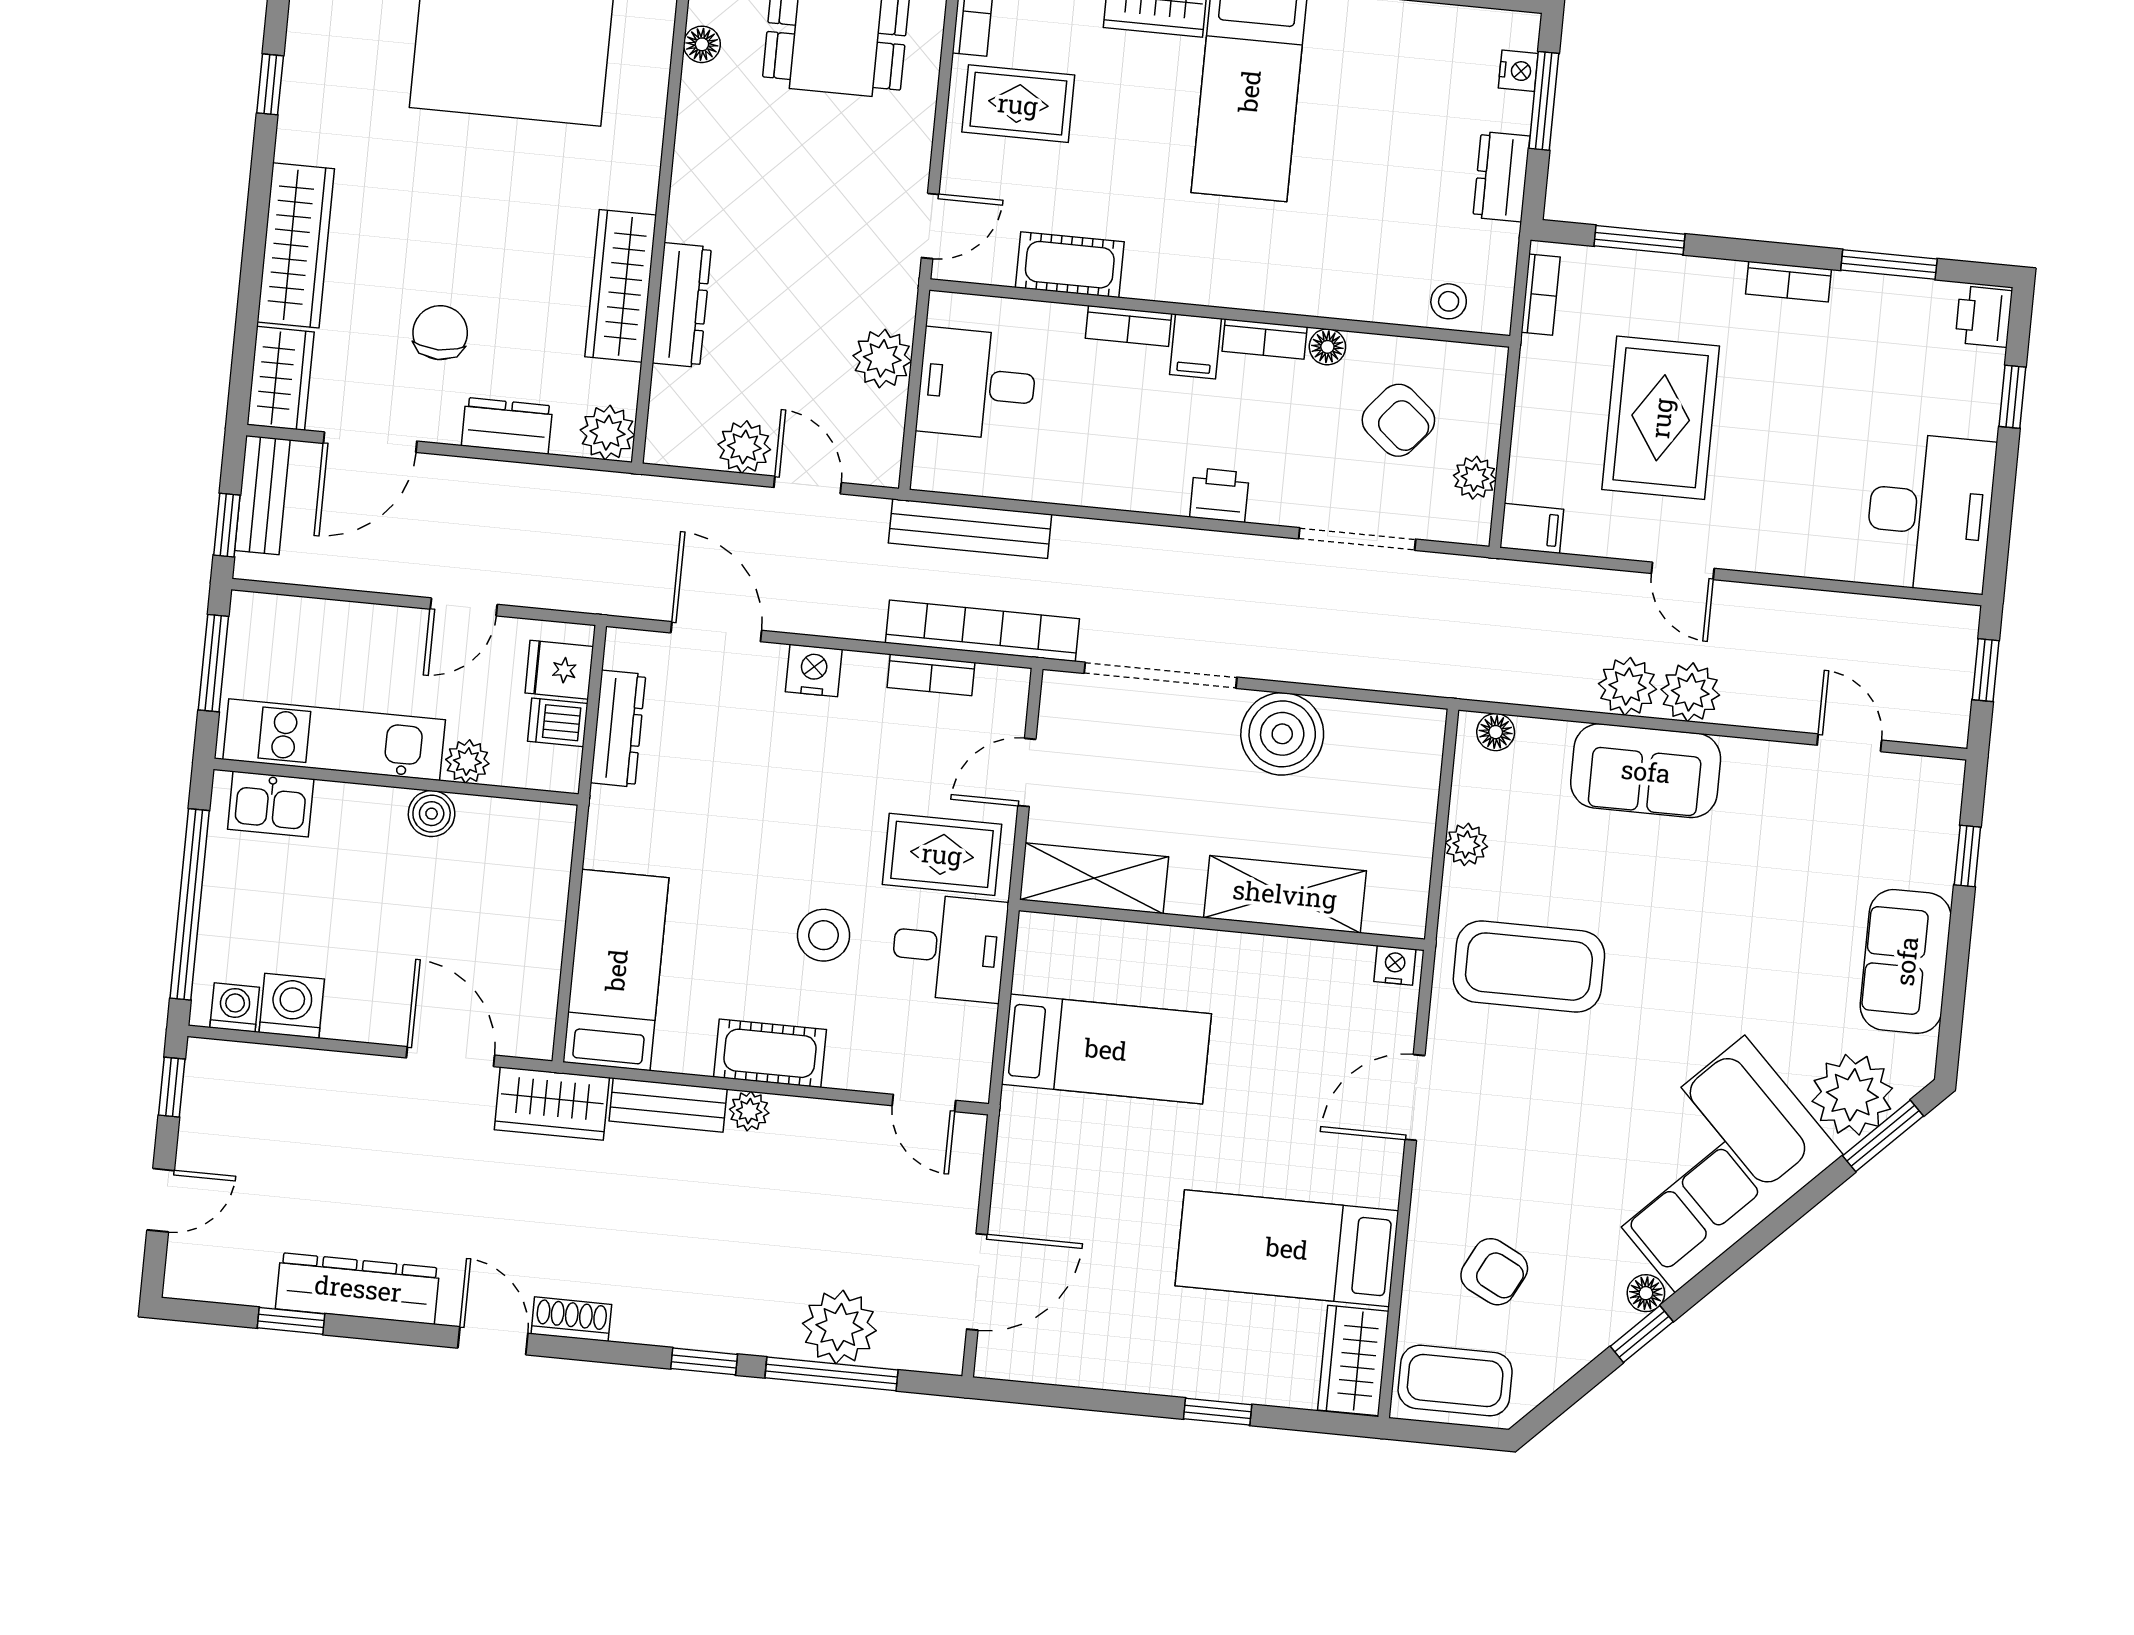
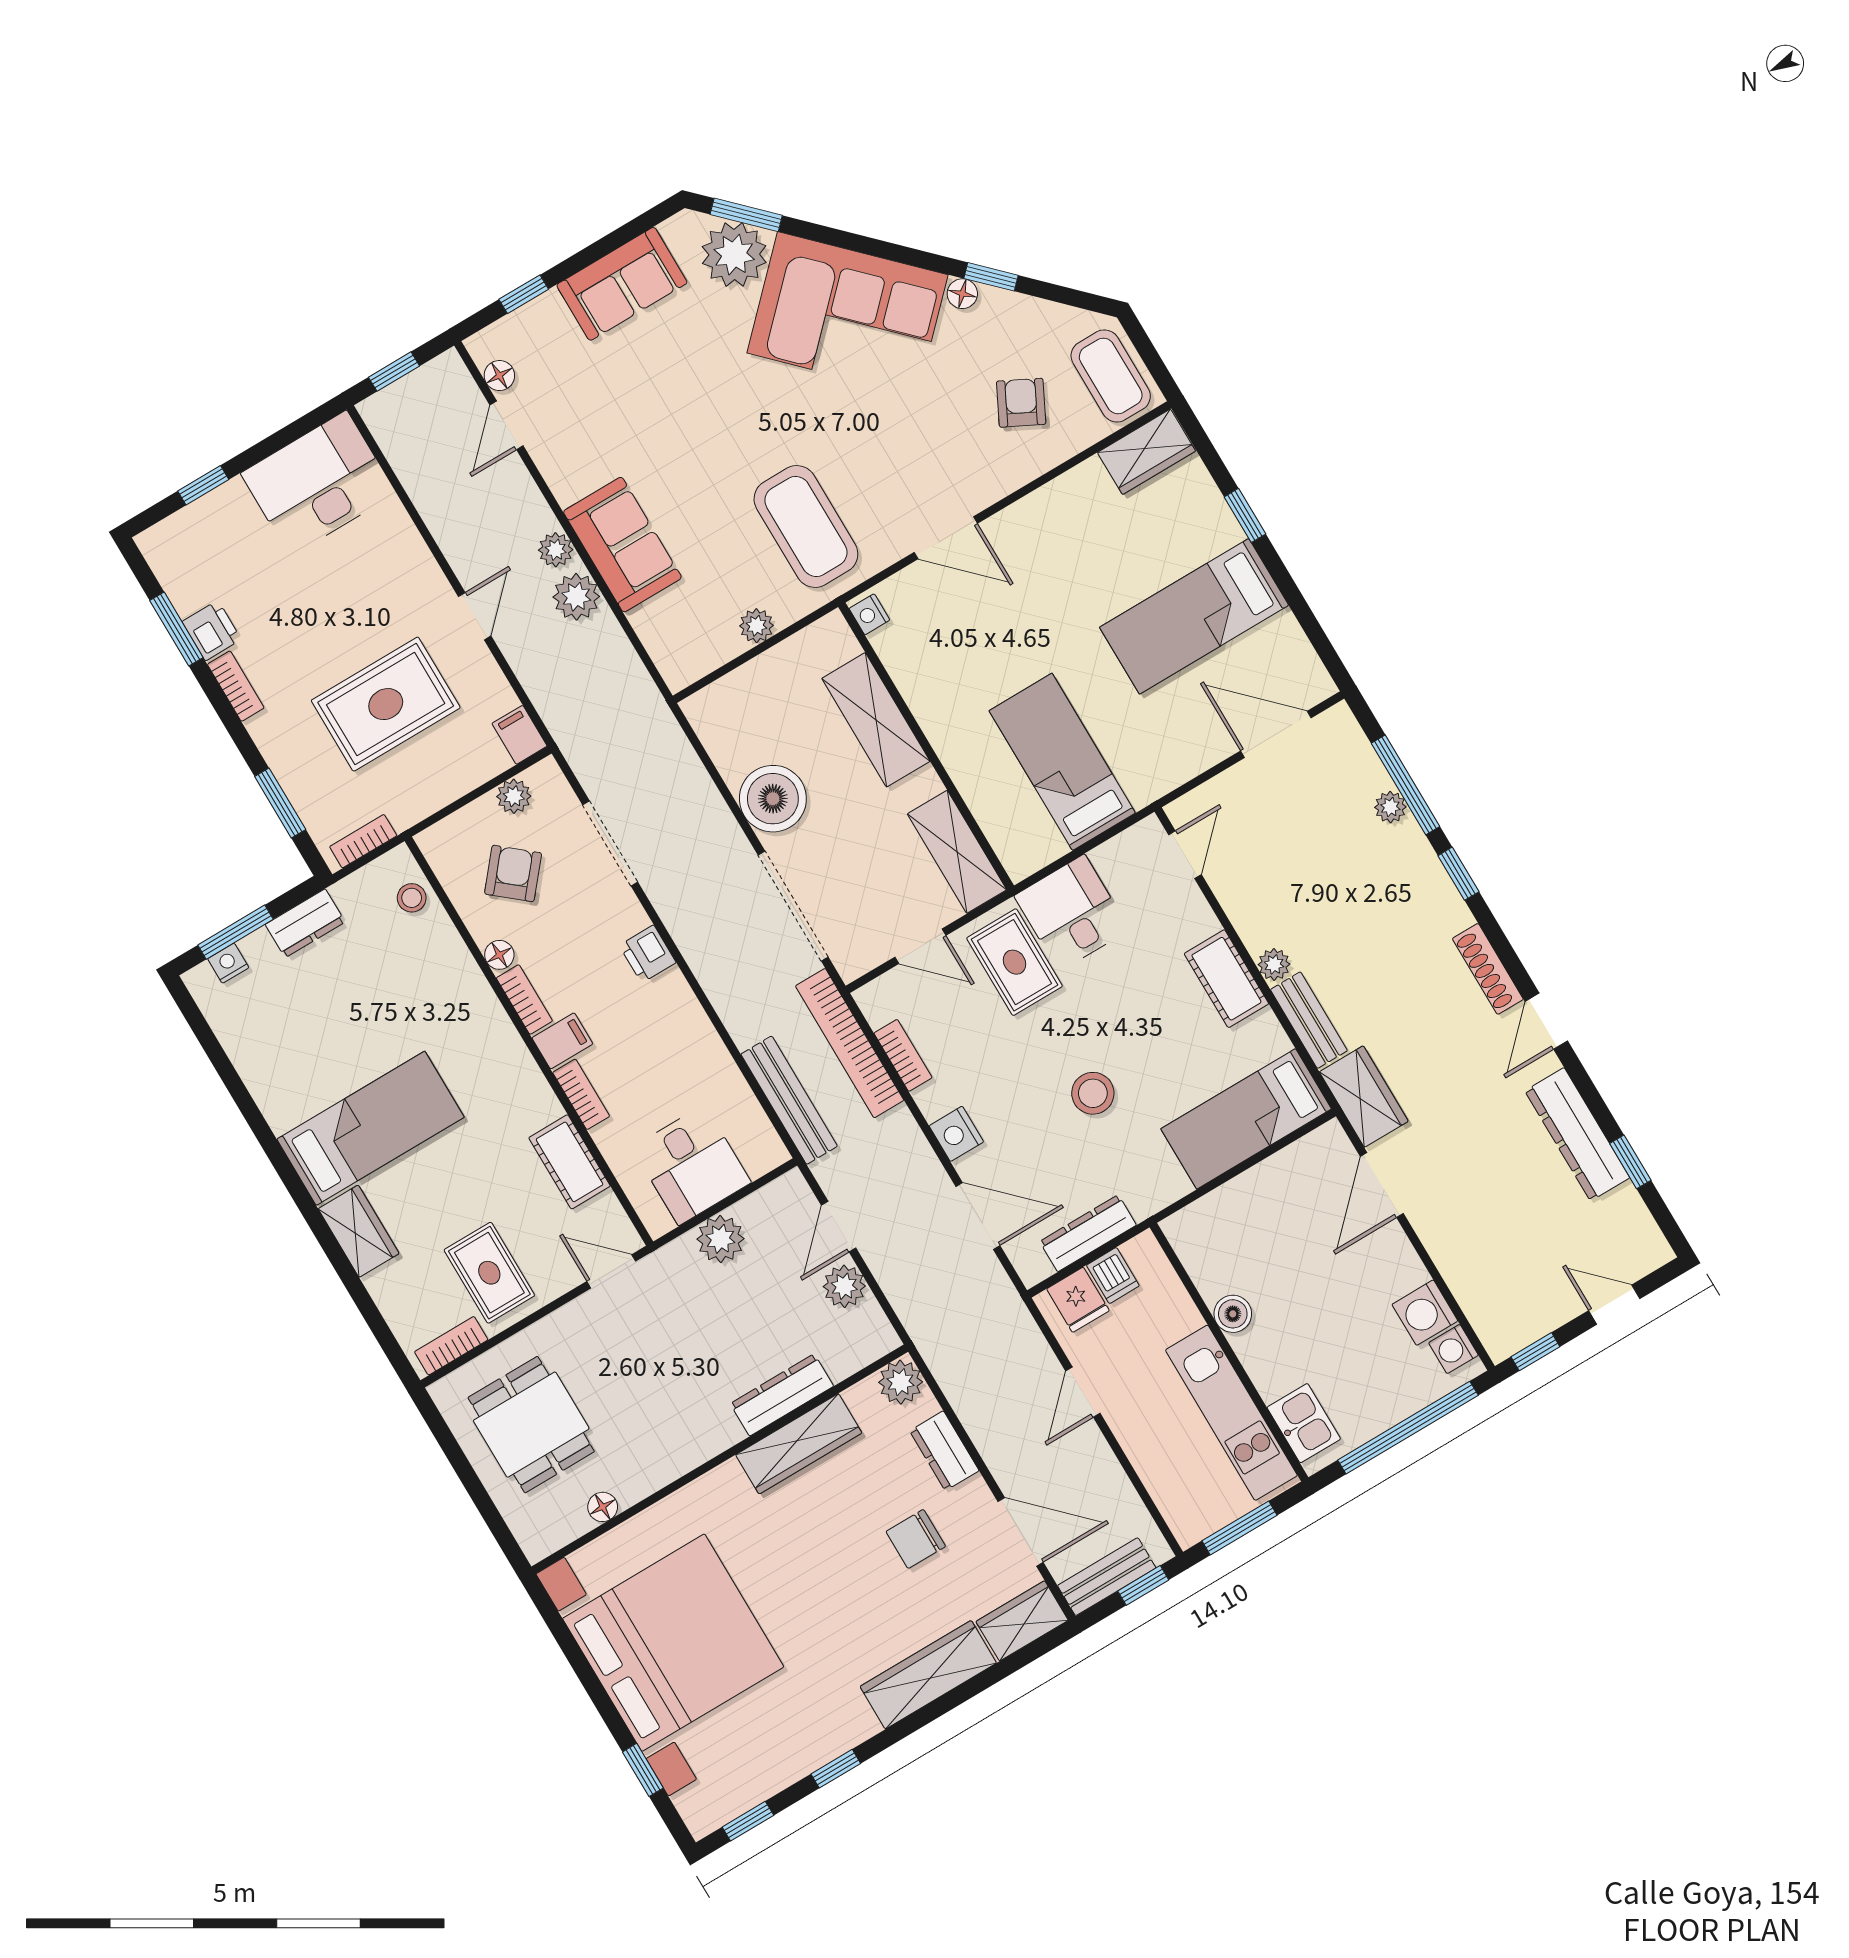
printer: (1984, 317) -> (212, 631), moved, turned -90
door: (464, 607) -> (1083, 1392), swing flipped
door: (716, 632) -> (978, 1216), swing flipped
plant: (1690, 692) -> (556, 550), width x0.73, depth x0.73
floor lamp: (1496, 732) -> (499, 376), moved
plant: (467, 762) -> (1182, 1316), removed
stool: (824, 935) -> (1093, 1093), moved
bed: (1287, 1248) -> (1194, 616), moved, turned 90
shoe rack: (571, 1319) -> (1488, 969), width x1.43
plant: (839, 1327) -> (1390, 807), width x0.53, depth x0.53

